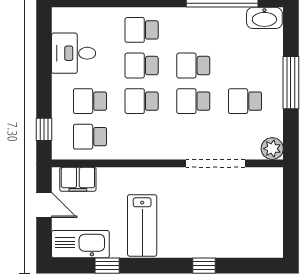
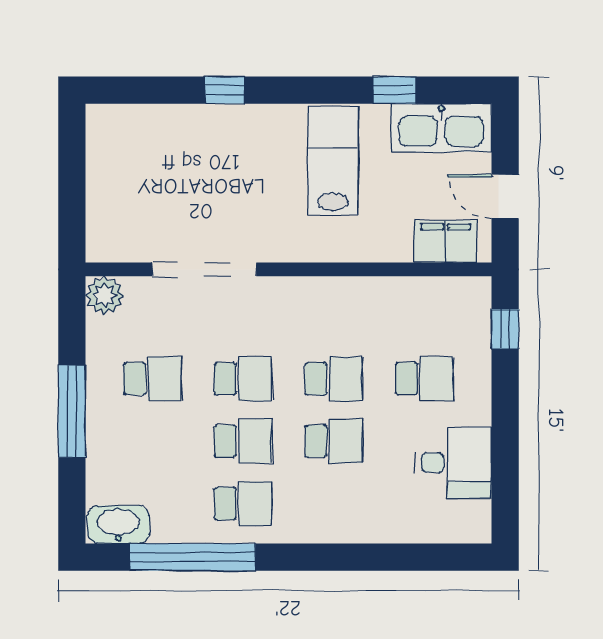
school desk: (142, 30) -> (243, 504), moved
school desk: (90, 137) -> (424, 316), removed

